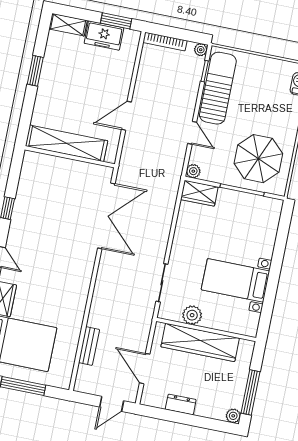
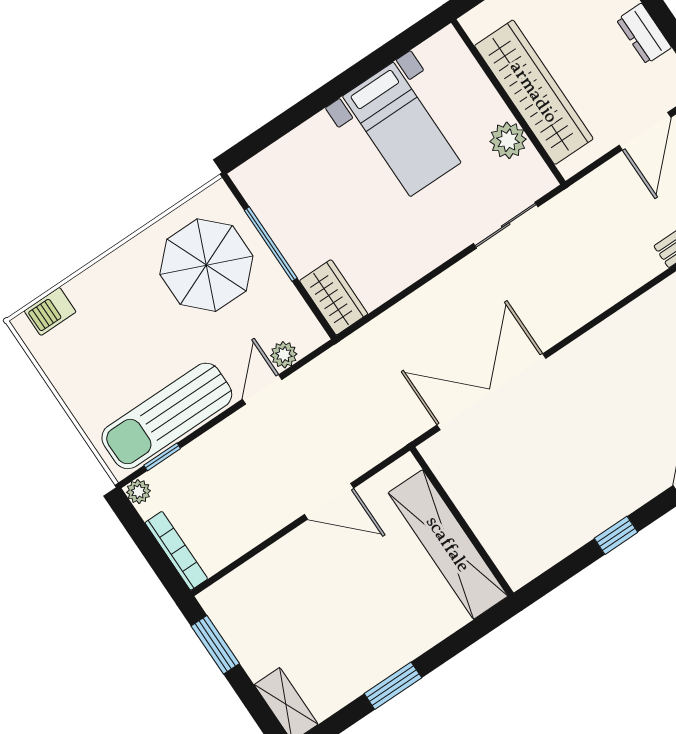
freezer: (104, 36) -> (252, 641), removed
plant: (193, 171) -> (284, 355), moved

